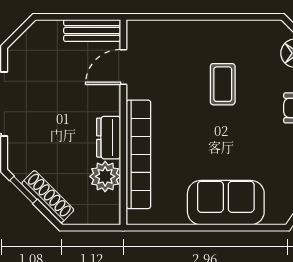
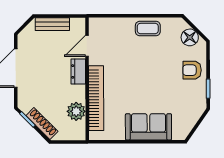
bench: (92, 31) -> (52, 24), moved
coffee table: (223, 84) -> (148, 29), moved, turned 90
dresser: (109, 138) -> (78, 71), moved

